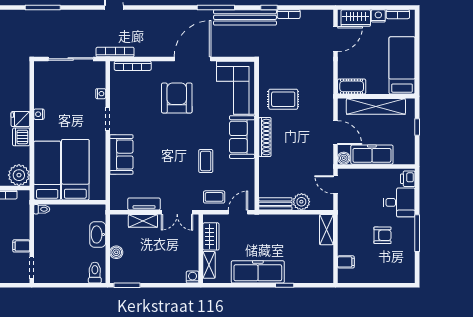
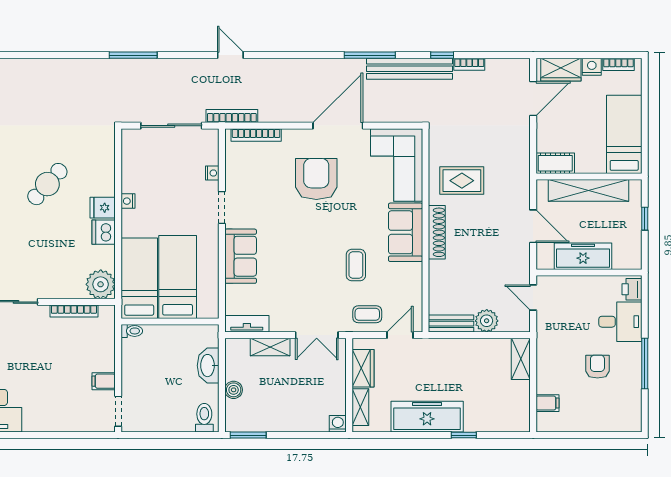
boiler: (344, 158) -> (544, 261), removed
tv unit: (144, 204) -> (247, 324), moved
armchair: (382, 235) -> (597, 367), turned -90

